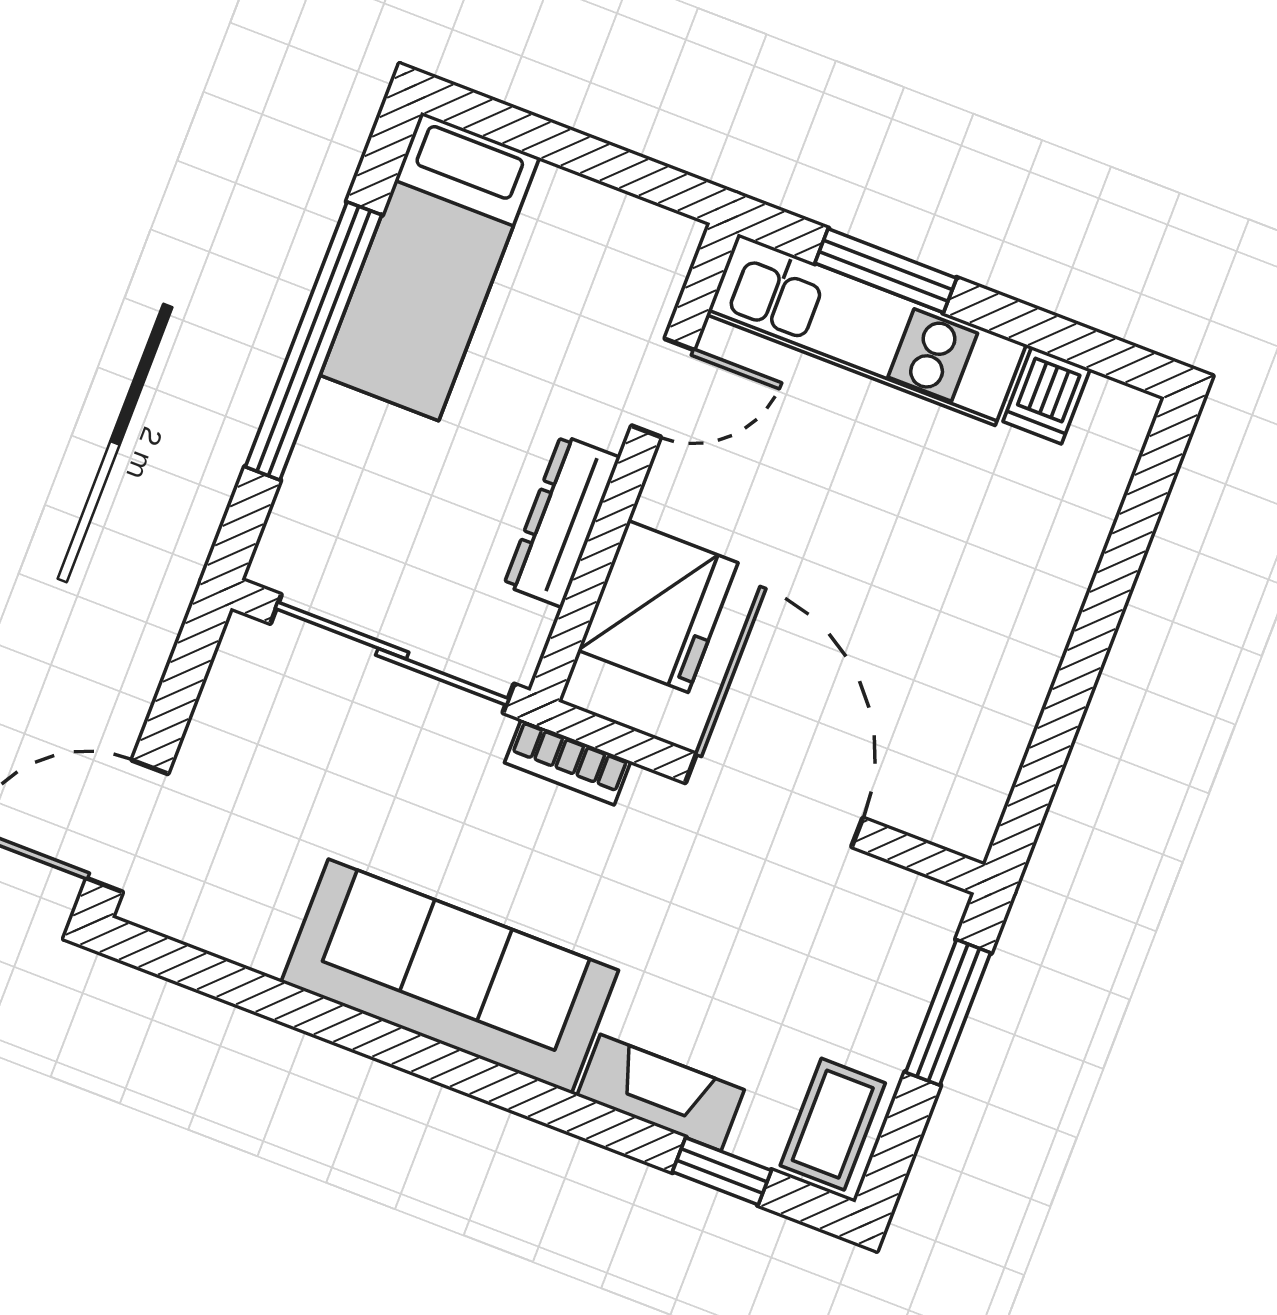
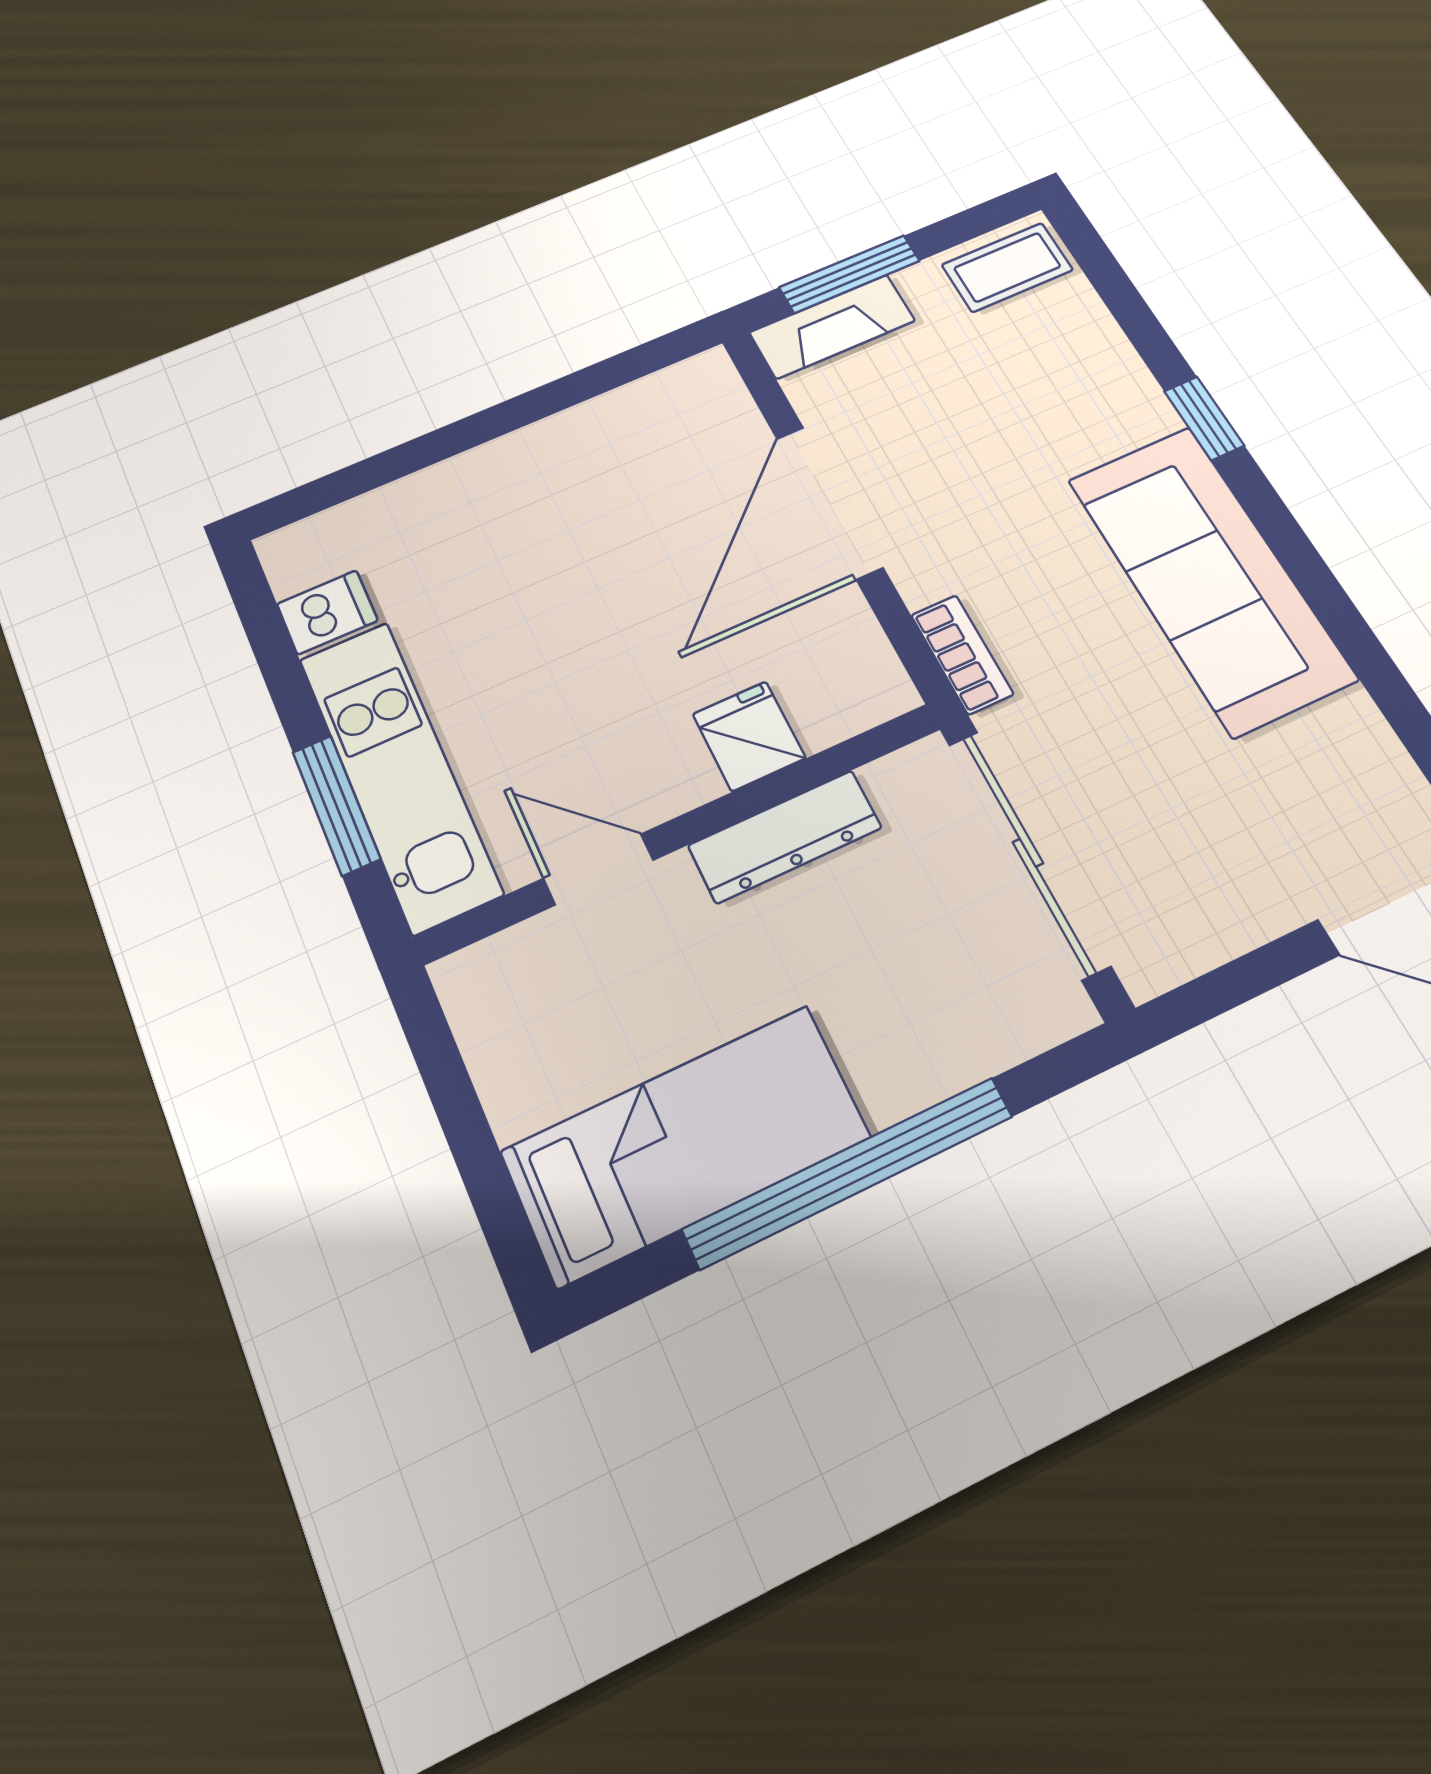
fridge: (658, 606) -> (749, 736), width x0.53, depth x0.75
fireplace: (661, 1093) -> (832, 327), moved, turned -90
window: (722, 1171) -> (1204, 418), moved

